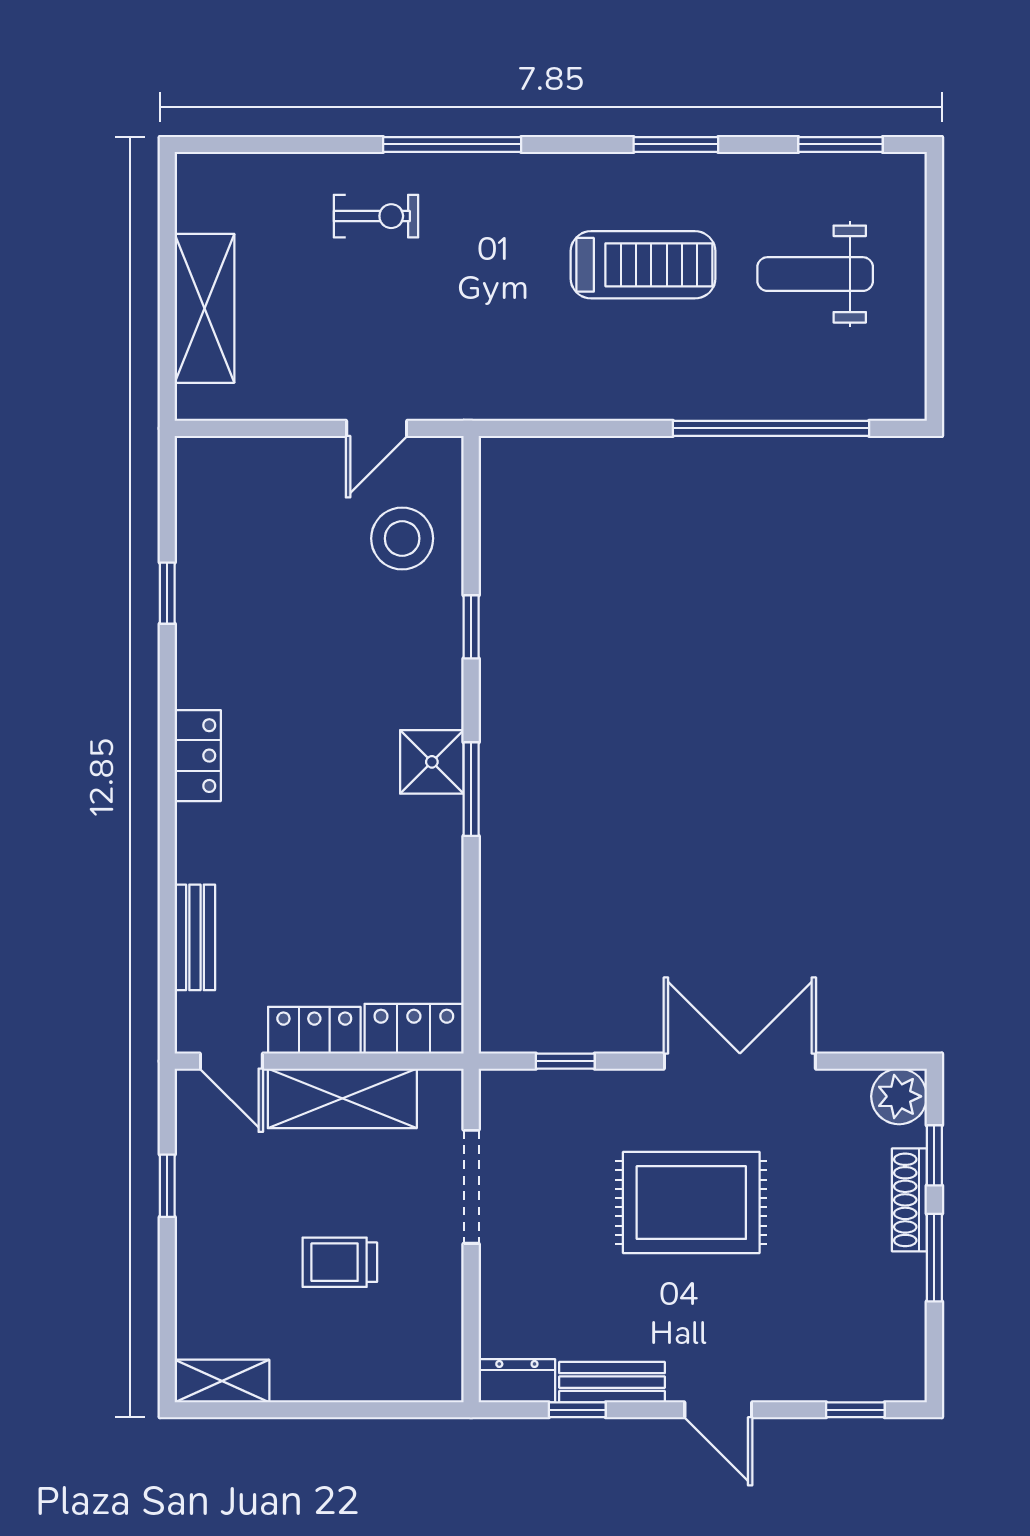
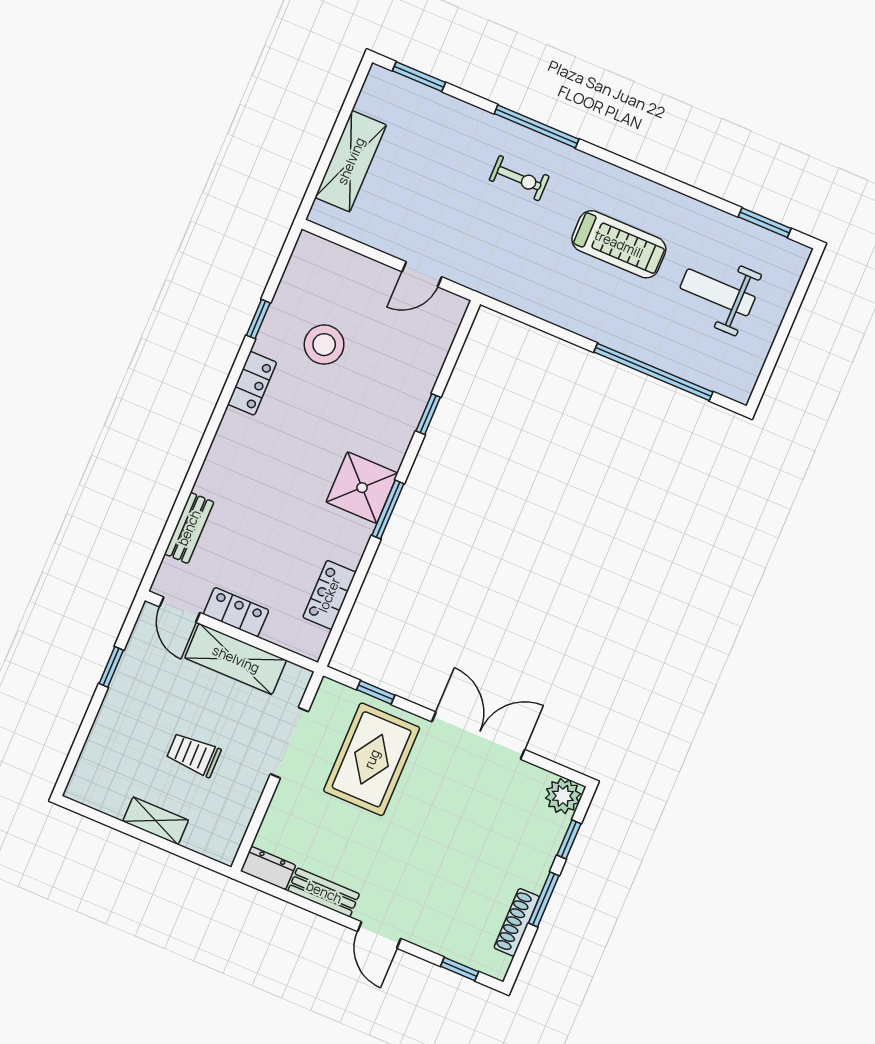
window: (676, 144) -> (419, 77), moved
exercise bike: (376, 216) -> (519, 178), moved
stool: (402, 538) -> (324, 345), moved
locker: (198, 756) -> (252, 383), moved
shower: (432, 762) -> (362, 488), width x1.36, depth x1.36
locker: (414, 1029) -> (329, 595), moved, turned -90
shoe rack: (909, 1200) -> (517, 922), moved
rug: (691, 1203) -> (372, 759), moved, turned 90
shelving: (222, 1381) -> (156, 821), moved
window: (577, 1410) -> (296, 900), removed

